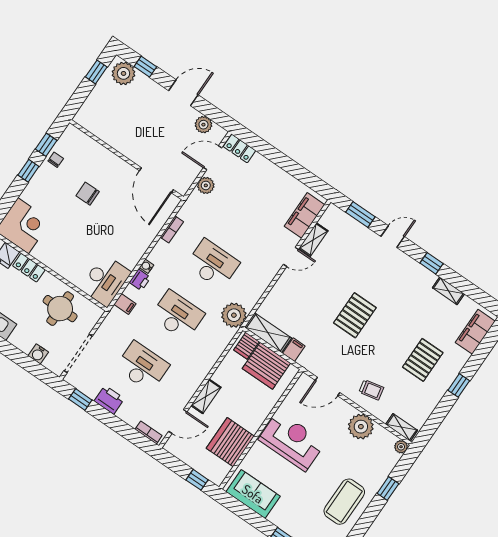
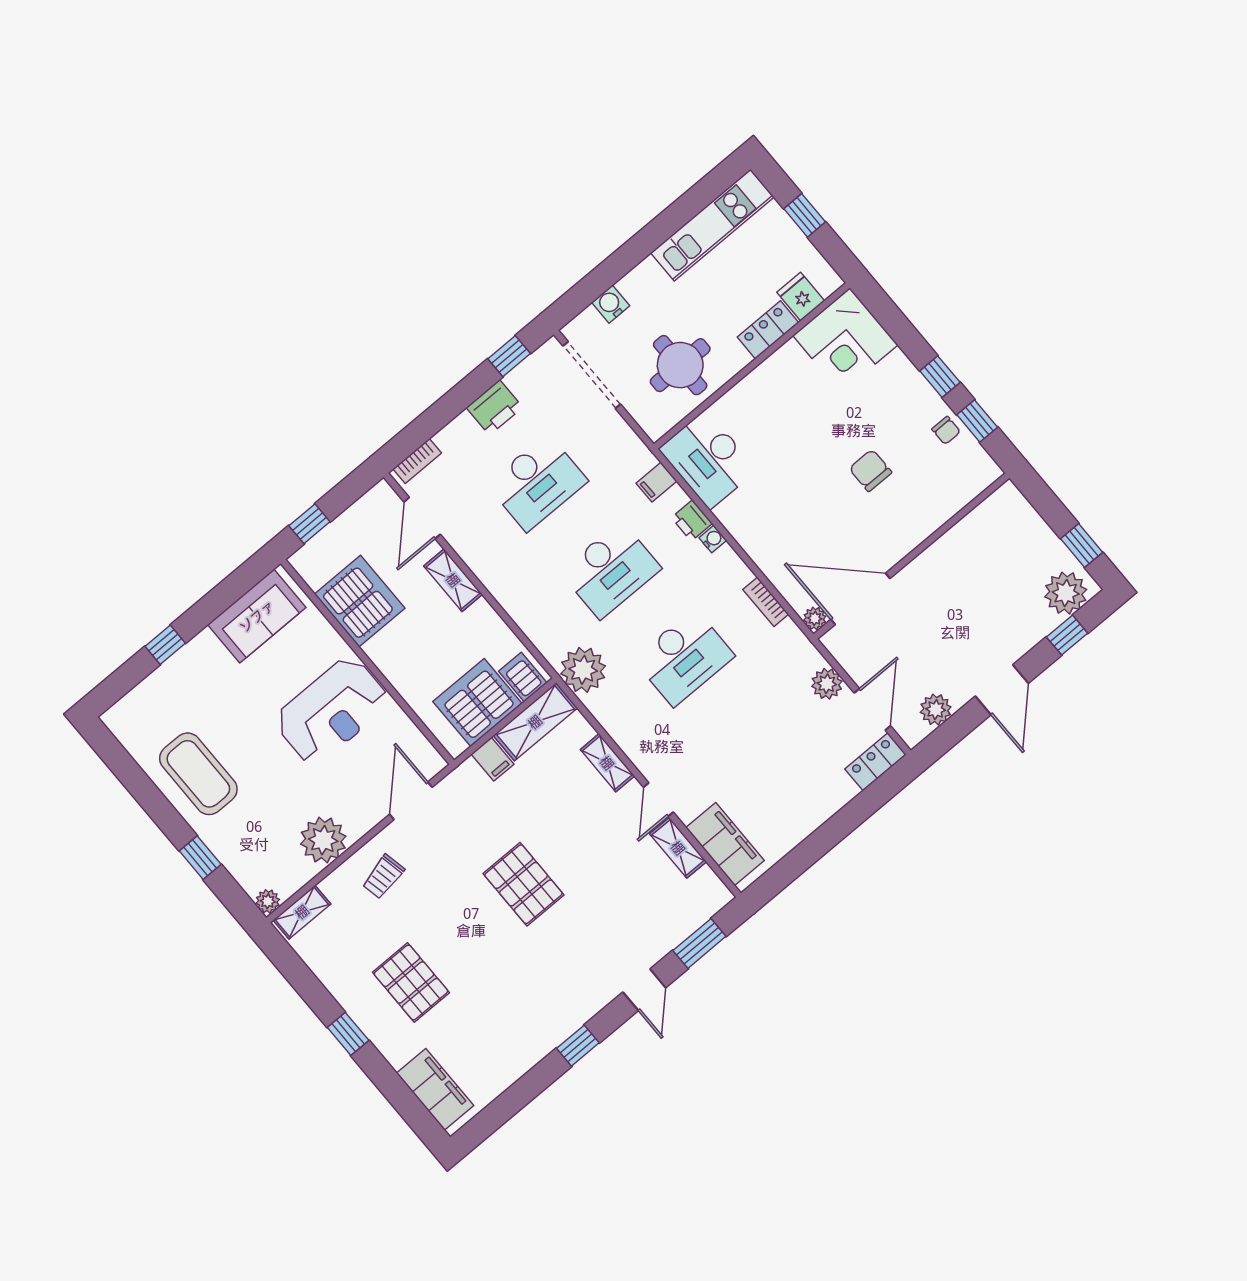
chair: (88, 194) -> (870, 470), turned -90
plant: (173, 201) -> (815, 618), added
shelving: (448, 291) -> (607, 763), moved, turned 90

